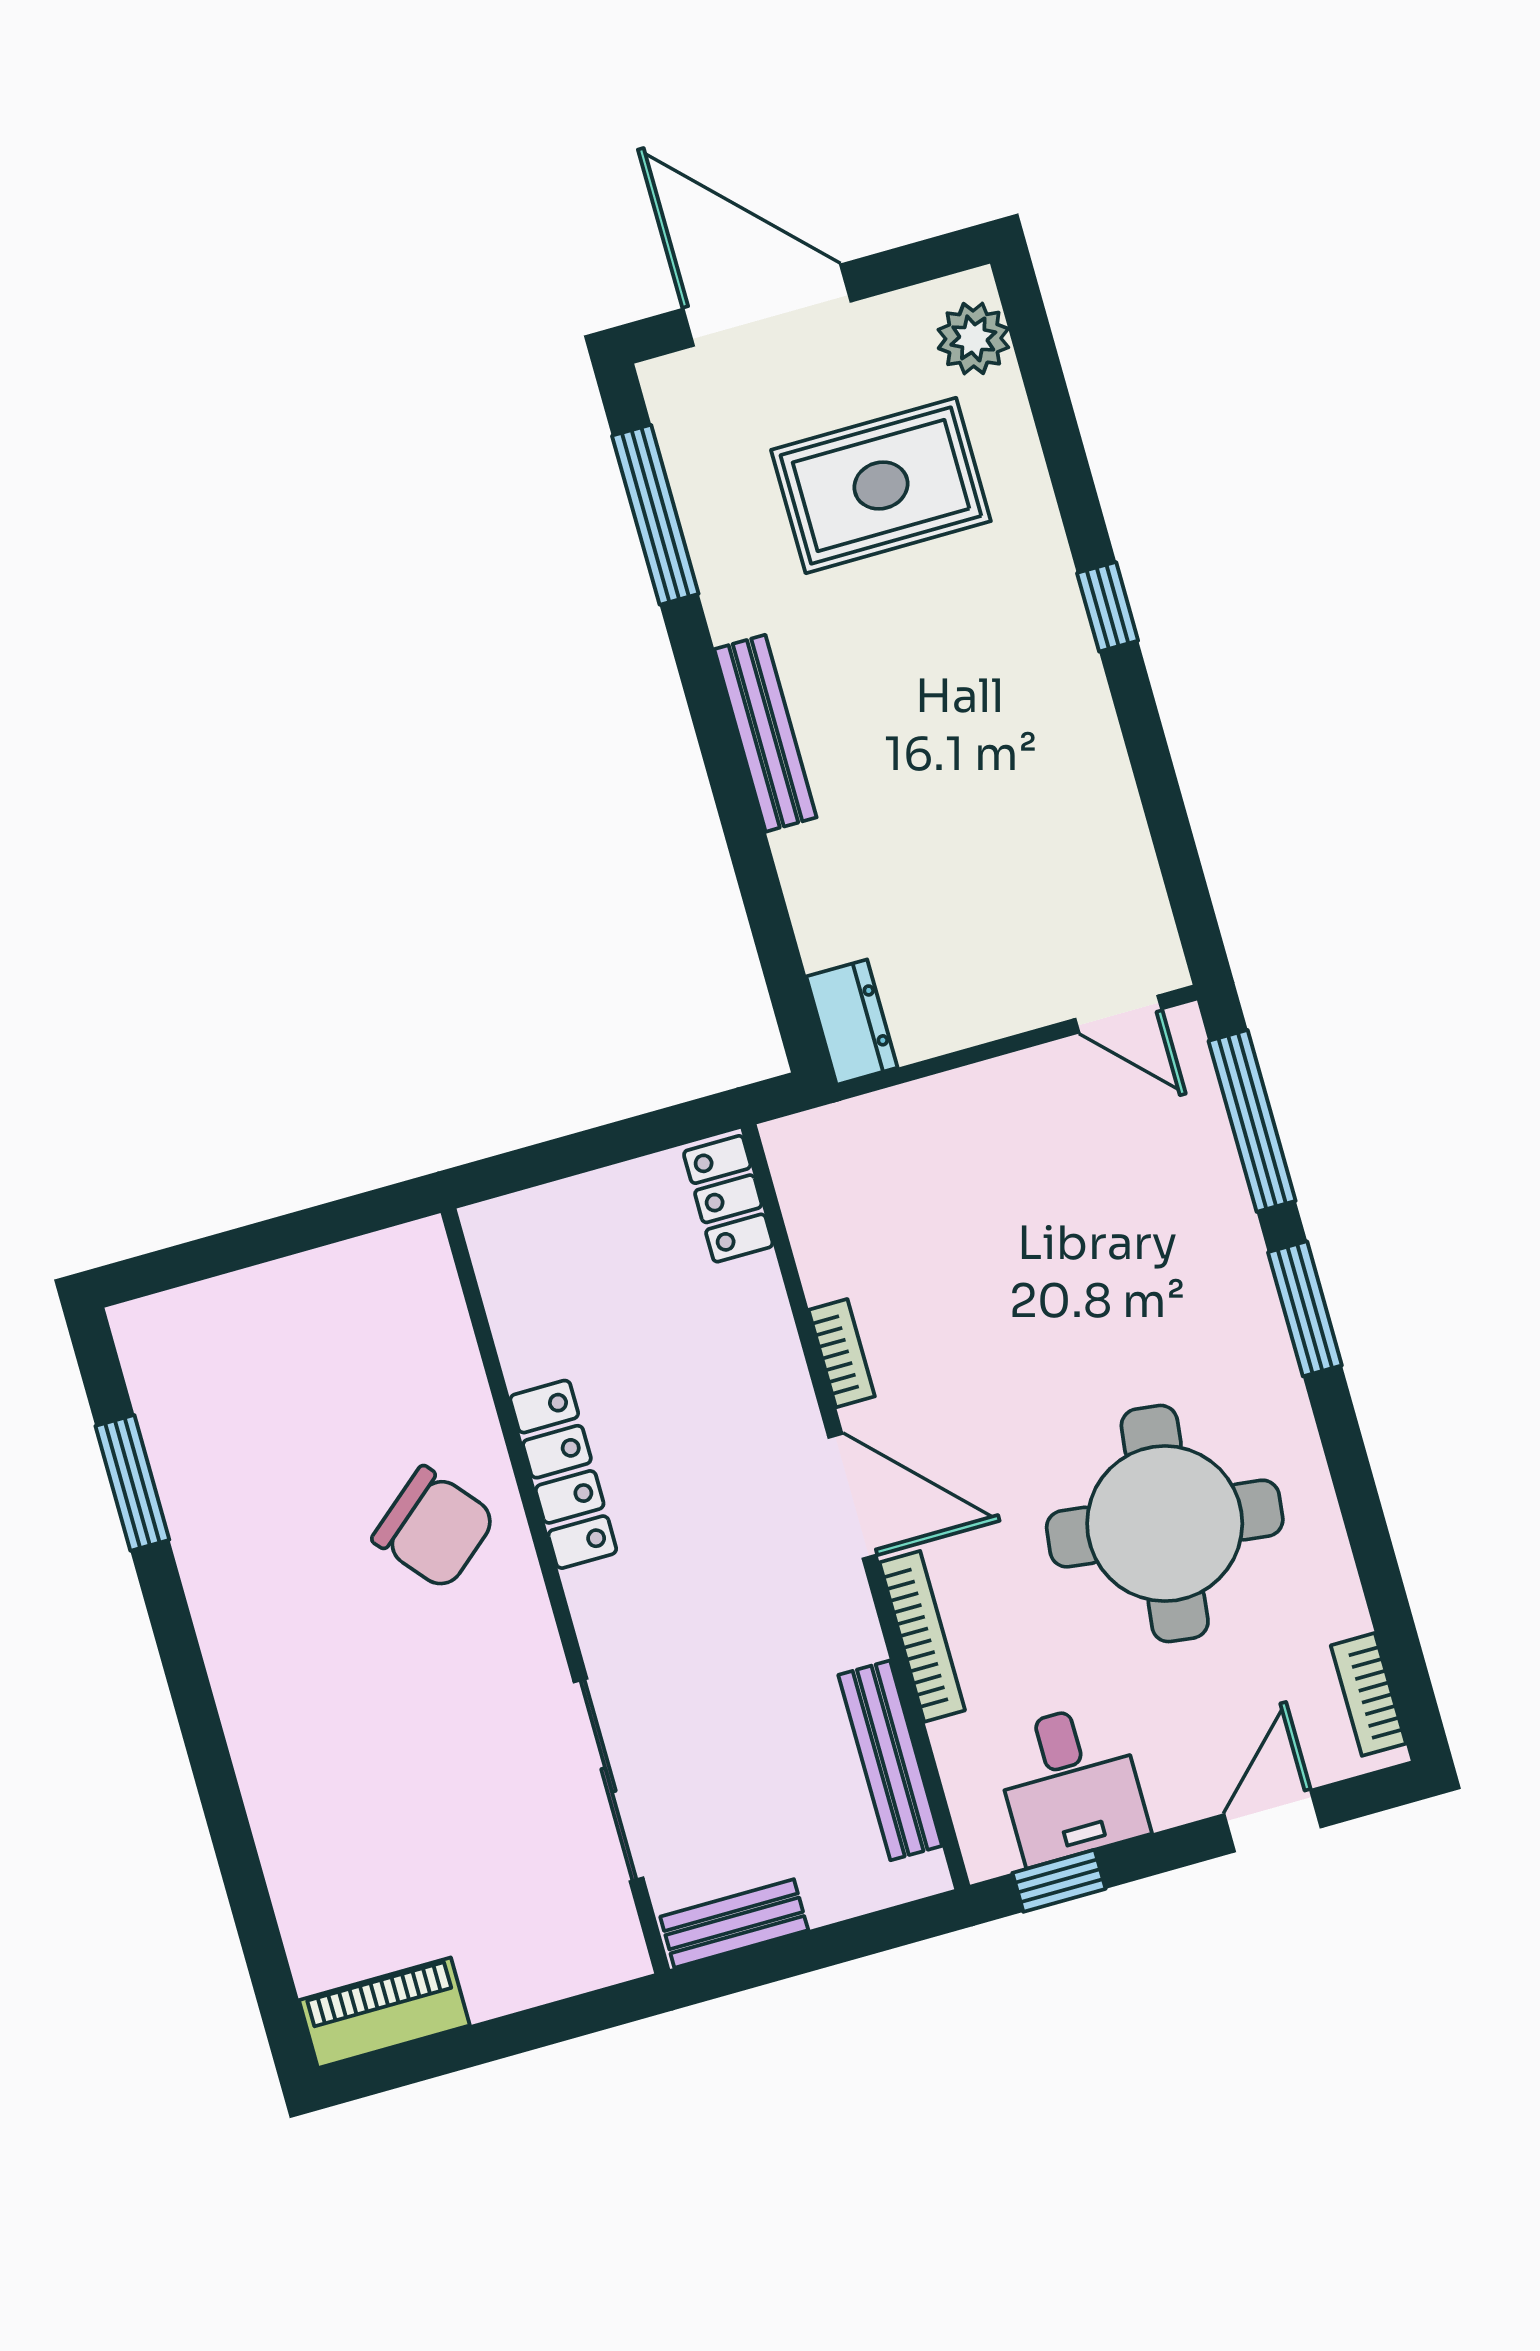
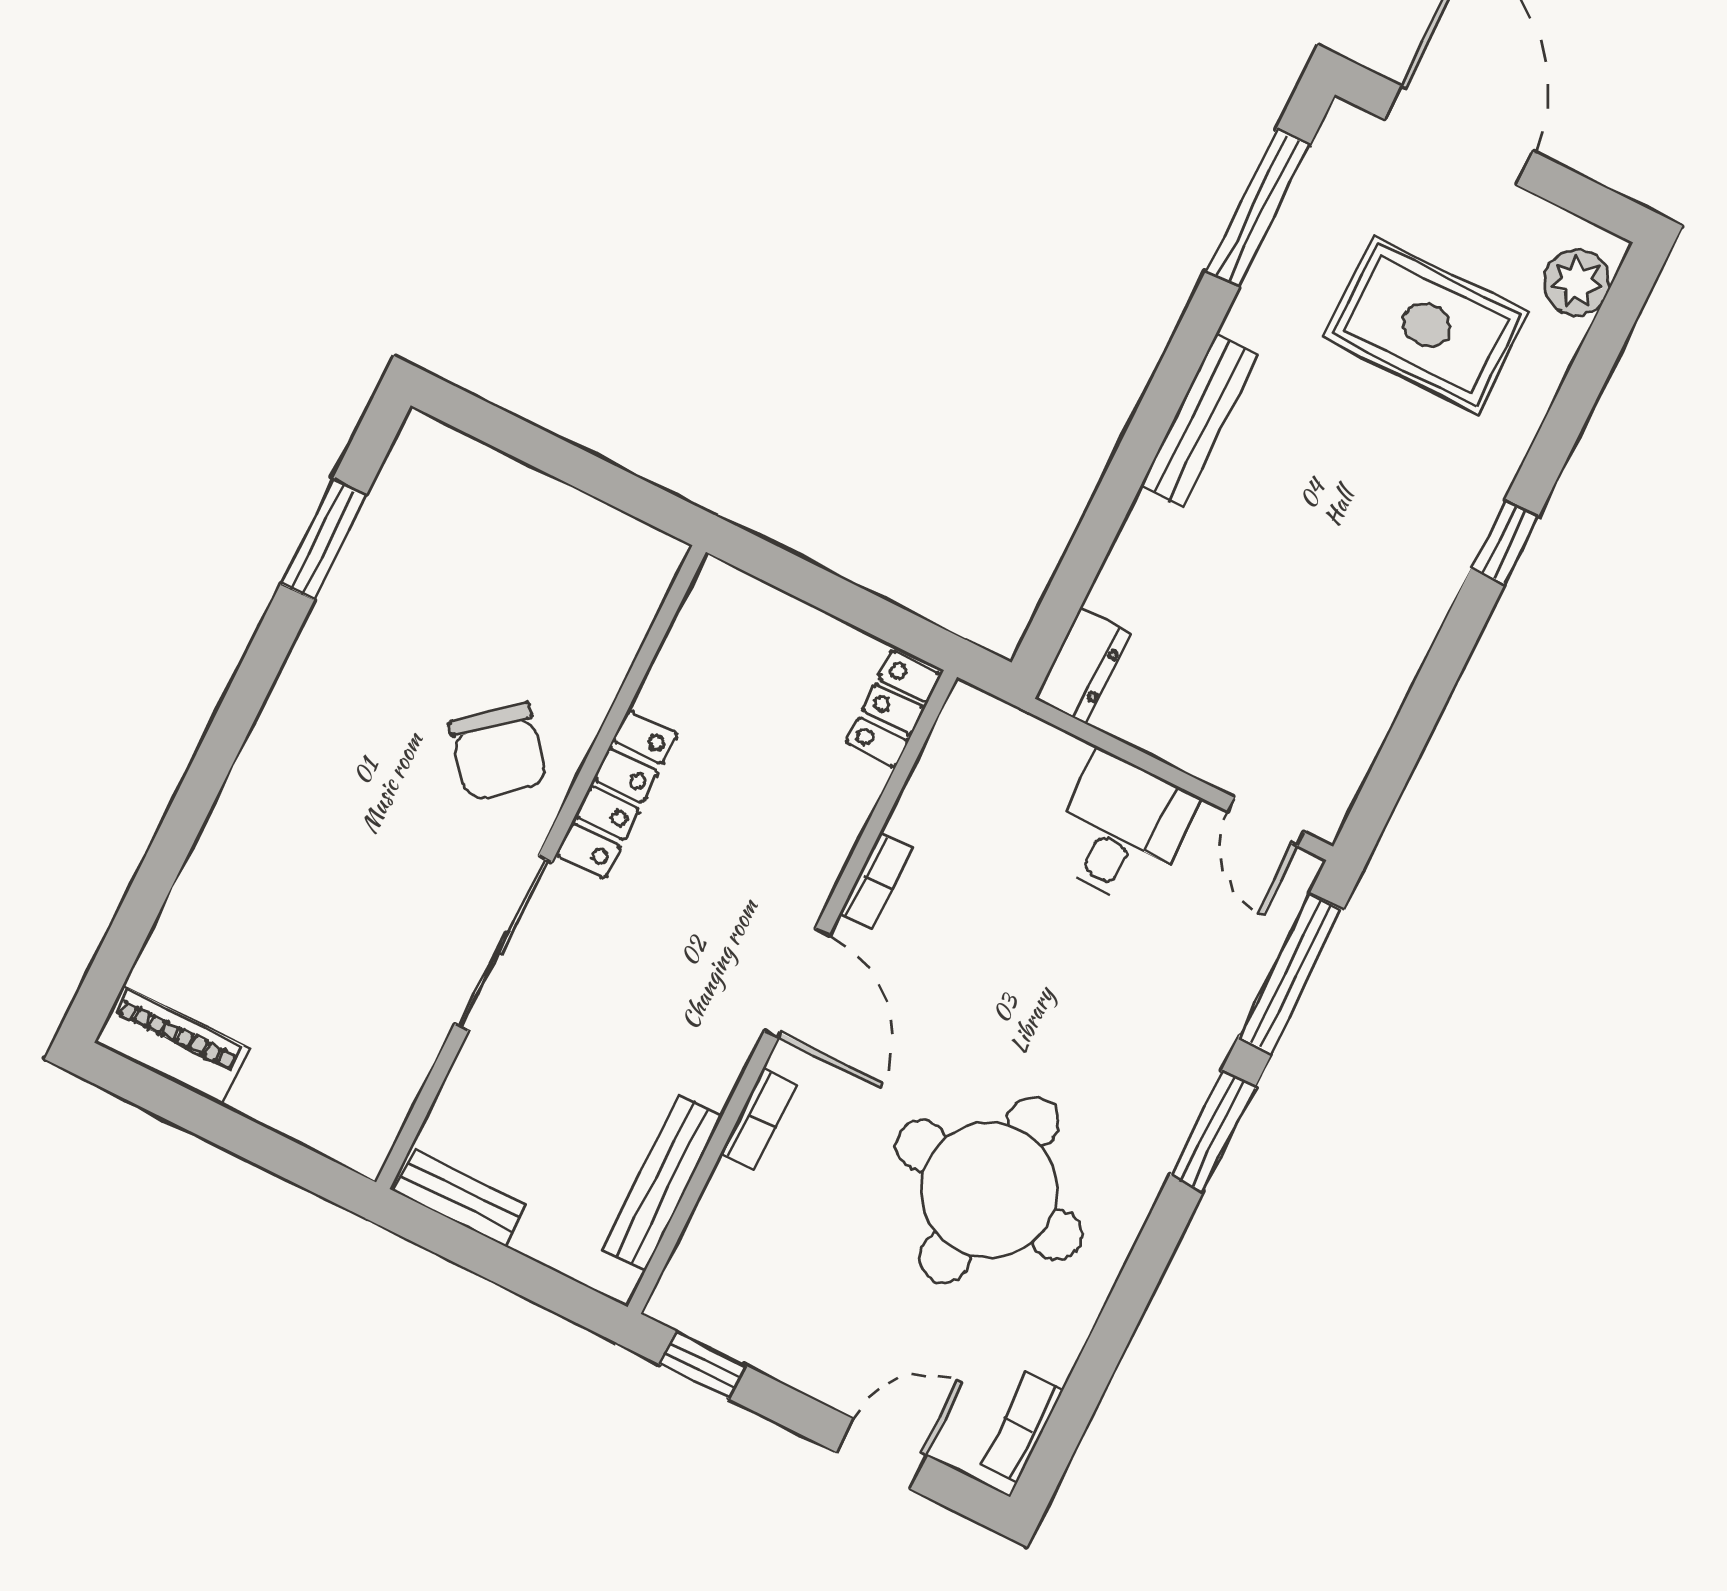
bookcase: (922, 1636) -> (759, 1119), width x0.64
sliding door: (608, 1780) -> (503, 943), moved
desk: (1070, 1783) -> (1121, 829), moved, turned 180

